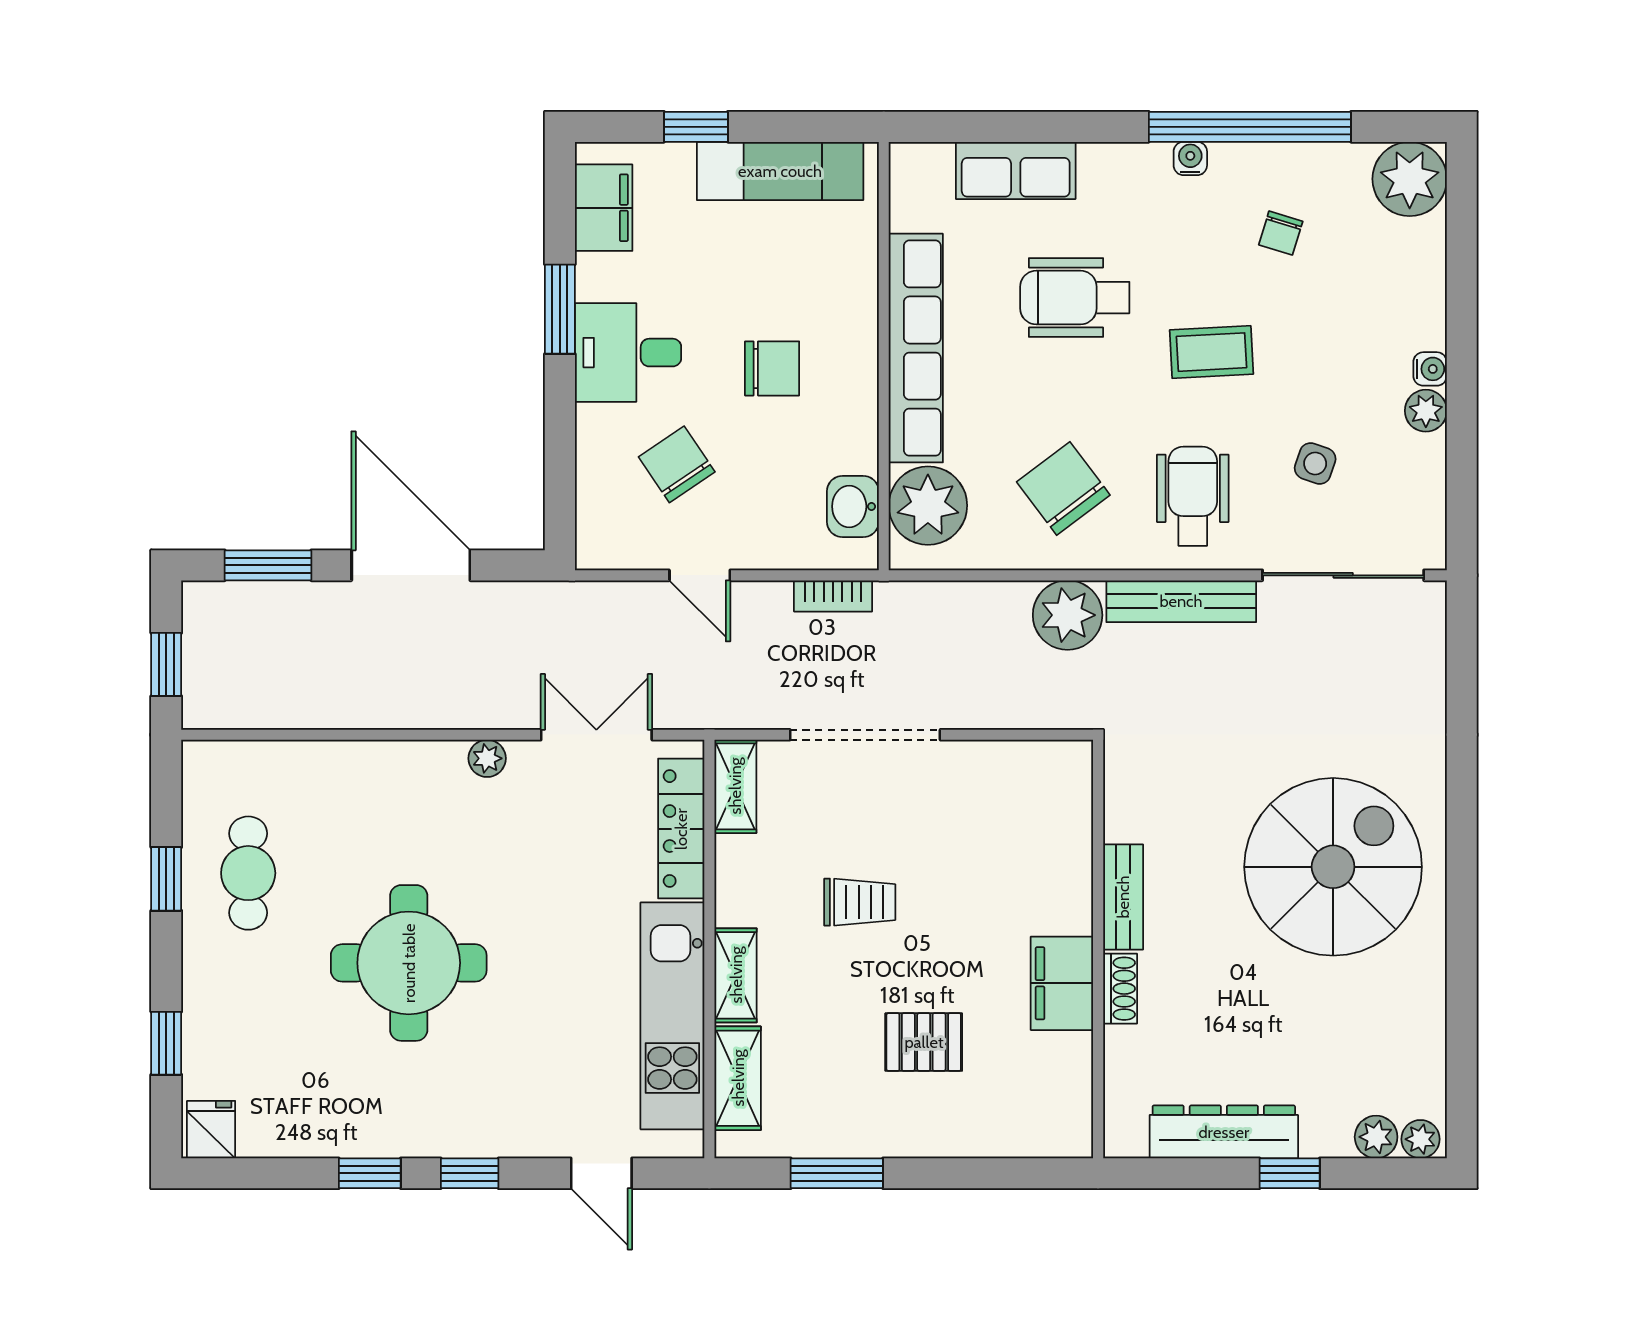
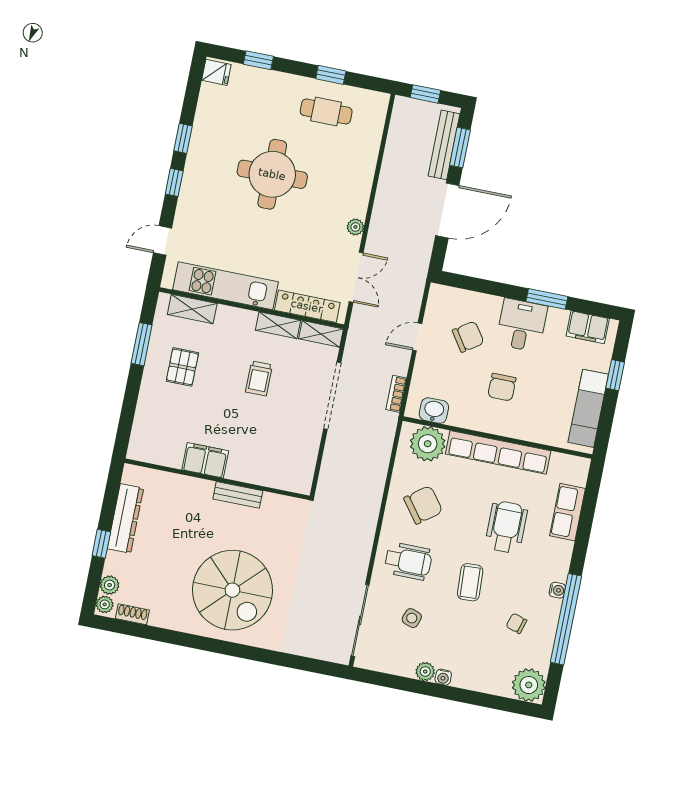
bench: (1181, 601) -> (444, 145), moved
plant: (1068, 615) -> (367, 495), removed
shelving: (736, 975) -> (278, 325), moved
shoe rack: (1120, 989) -> (132, 614), moved, turned 180
pallet: (924, 1042) -> (182, 367), moved

